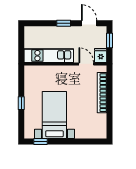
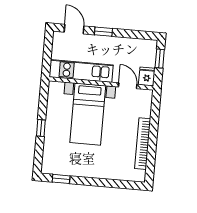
door: (89, 23) -> (74, 29), moved
bookcase: (102, 93) -> (143, 144), moved
bed with nightstands: (54, 115) -> (88, 114), moved, turned 180

